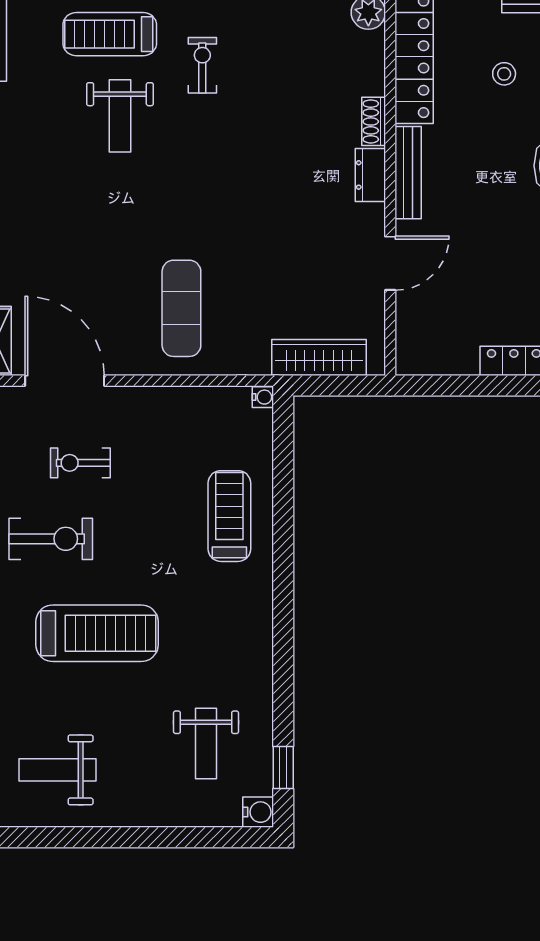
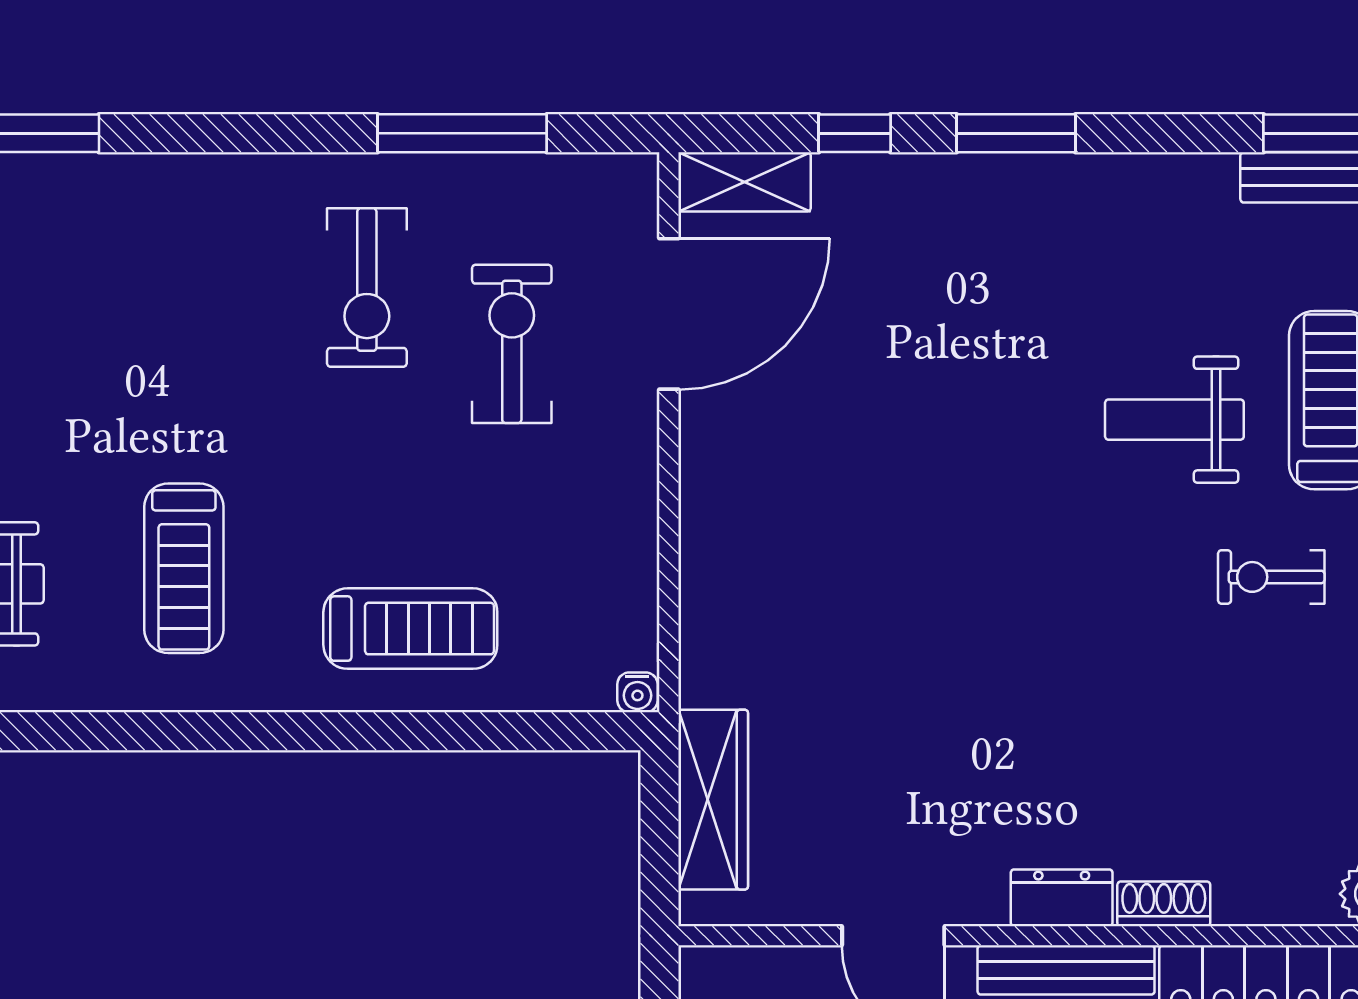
exercise bike: (202, 65) -> (1271, 577), turned 180
exercise mat: (181, 308) -> (807, 537), removed
exercise bike: (80, 463) -> (512, 344), width x1.38, depth x1.39
treadmill: (97, 633) -> (184, 568), moved, width x0.73, depth x0.73

